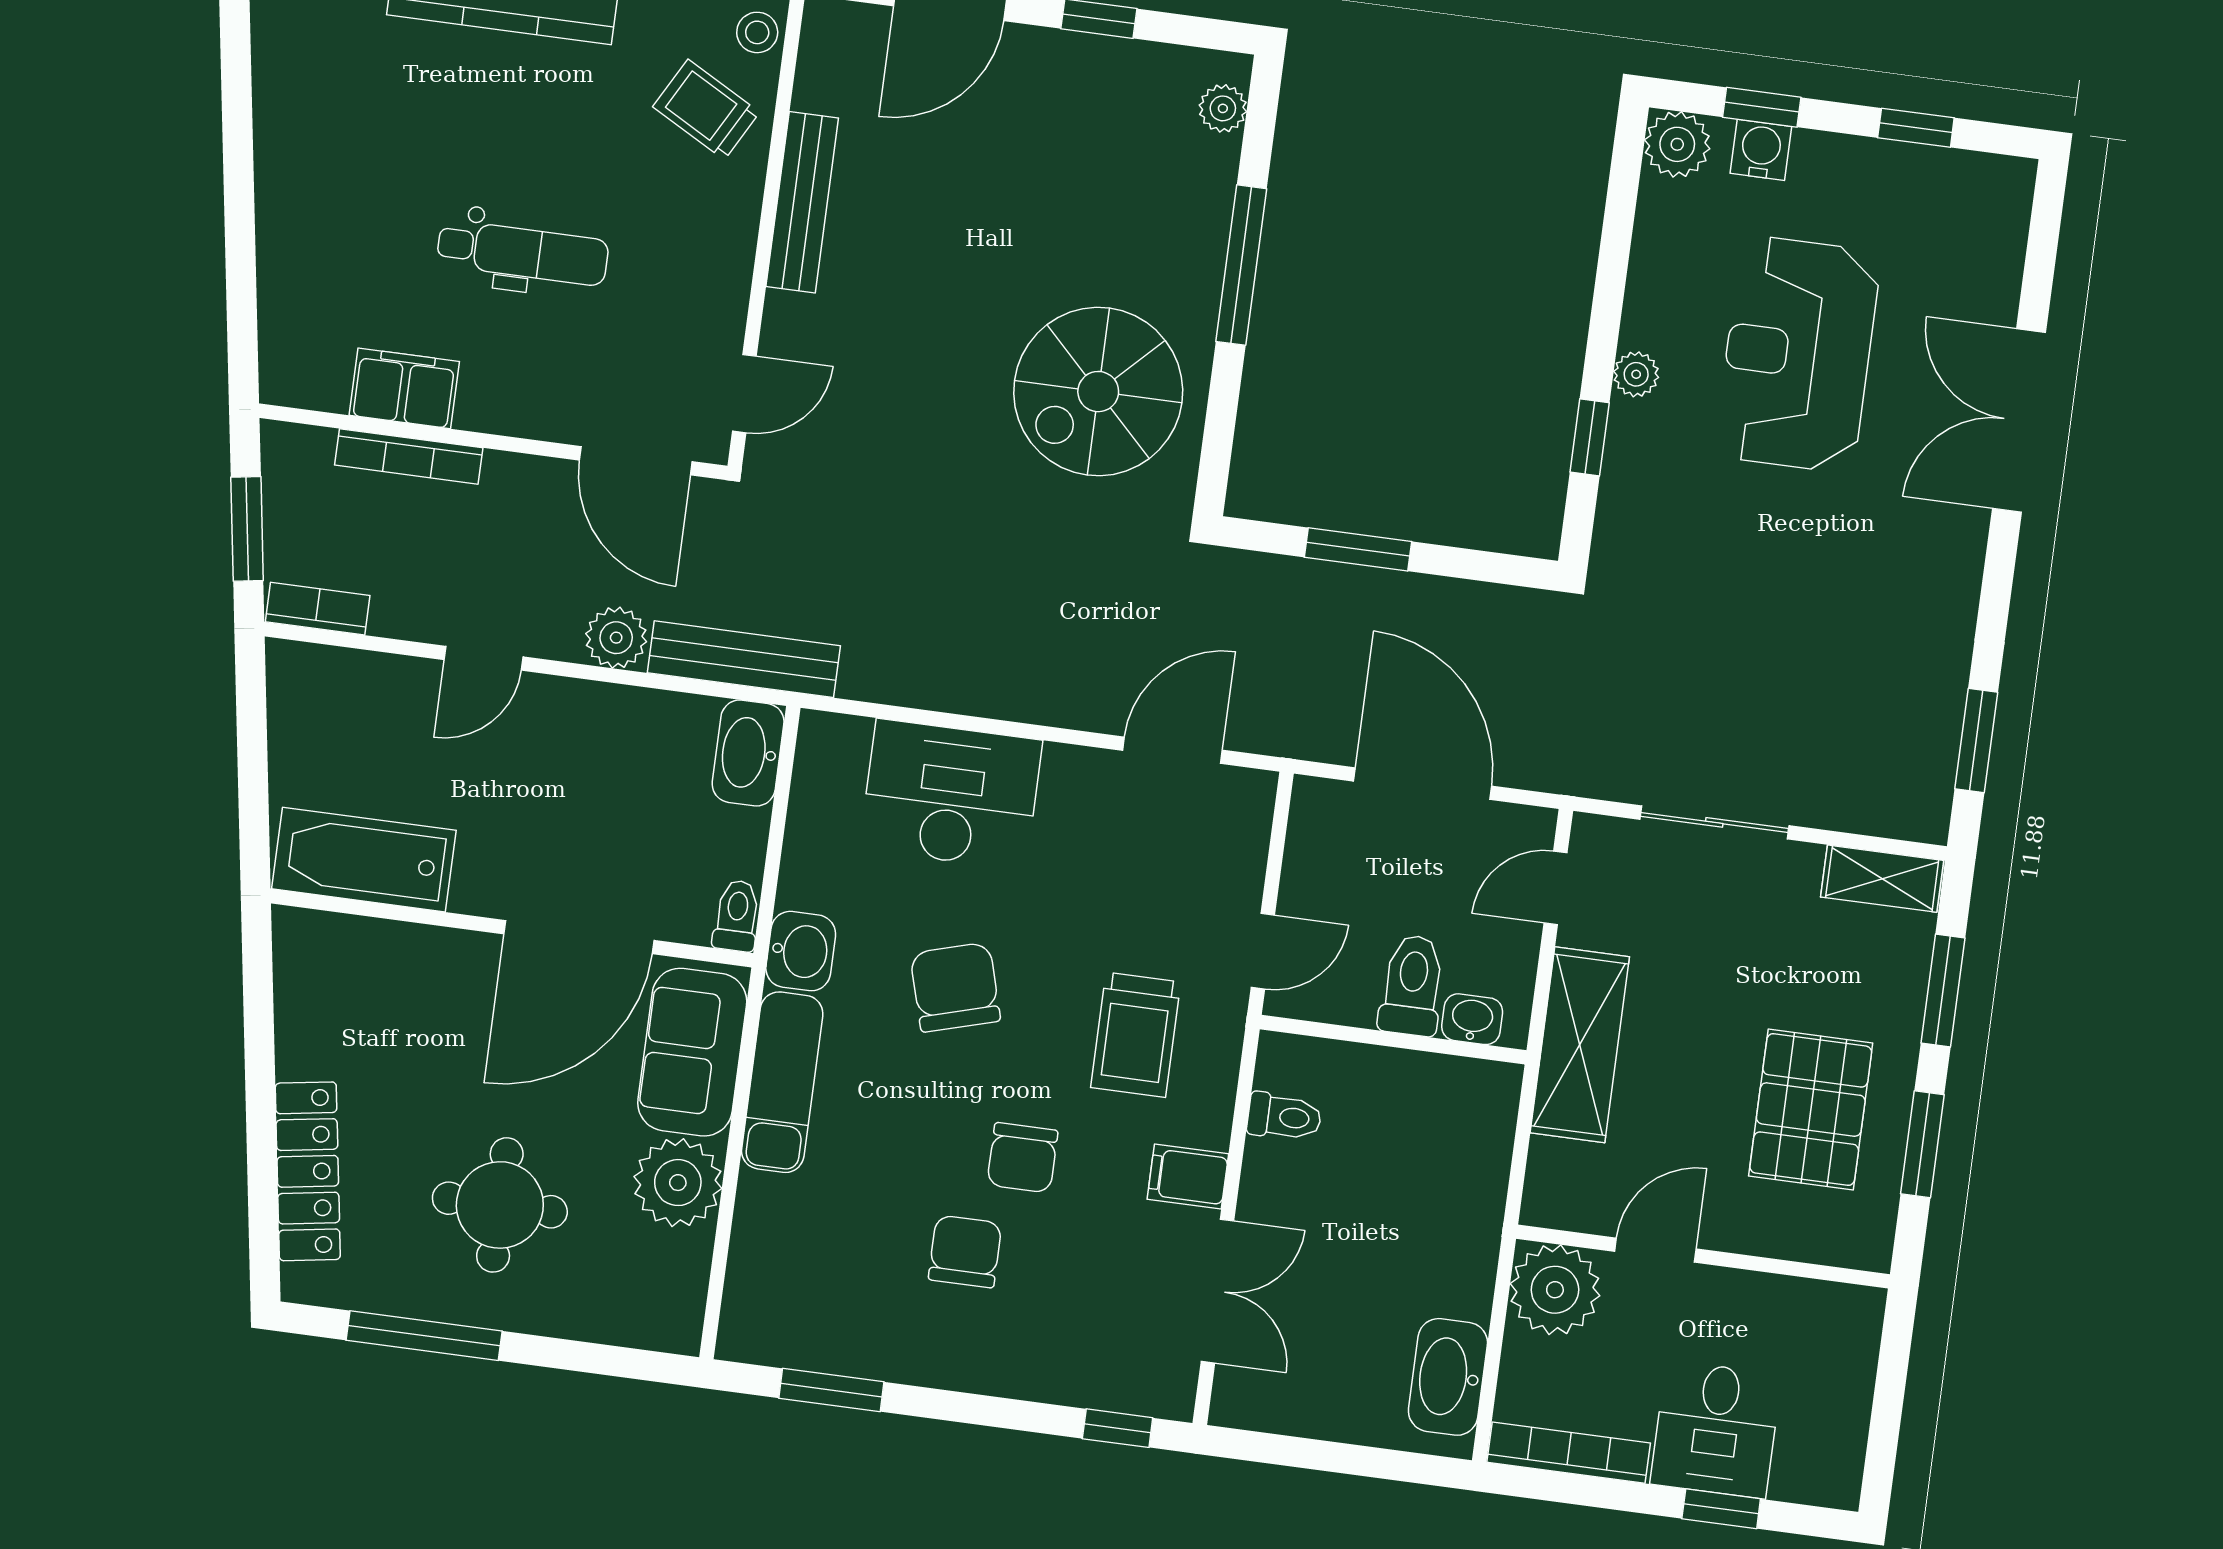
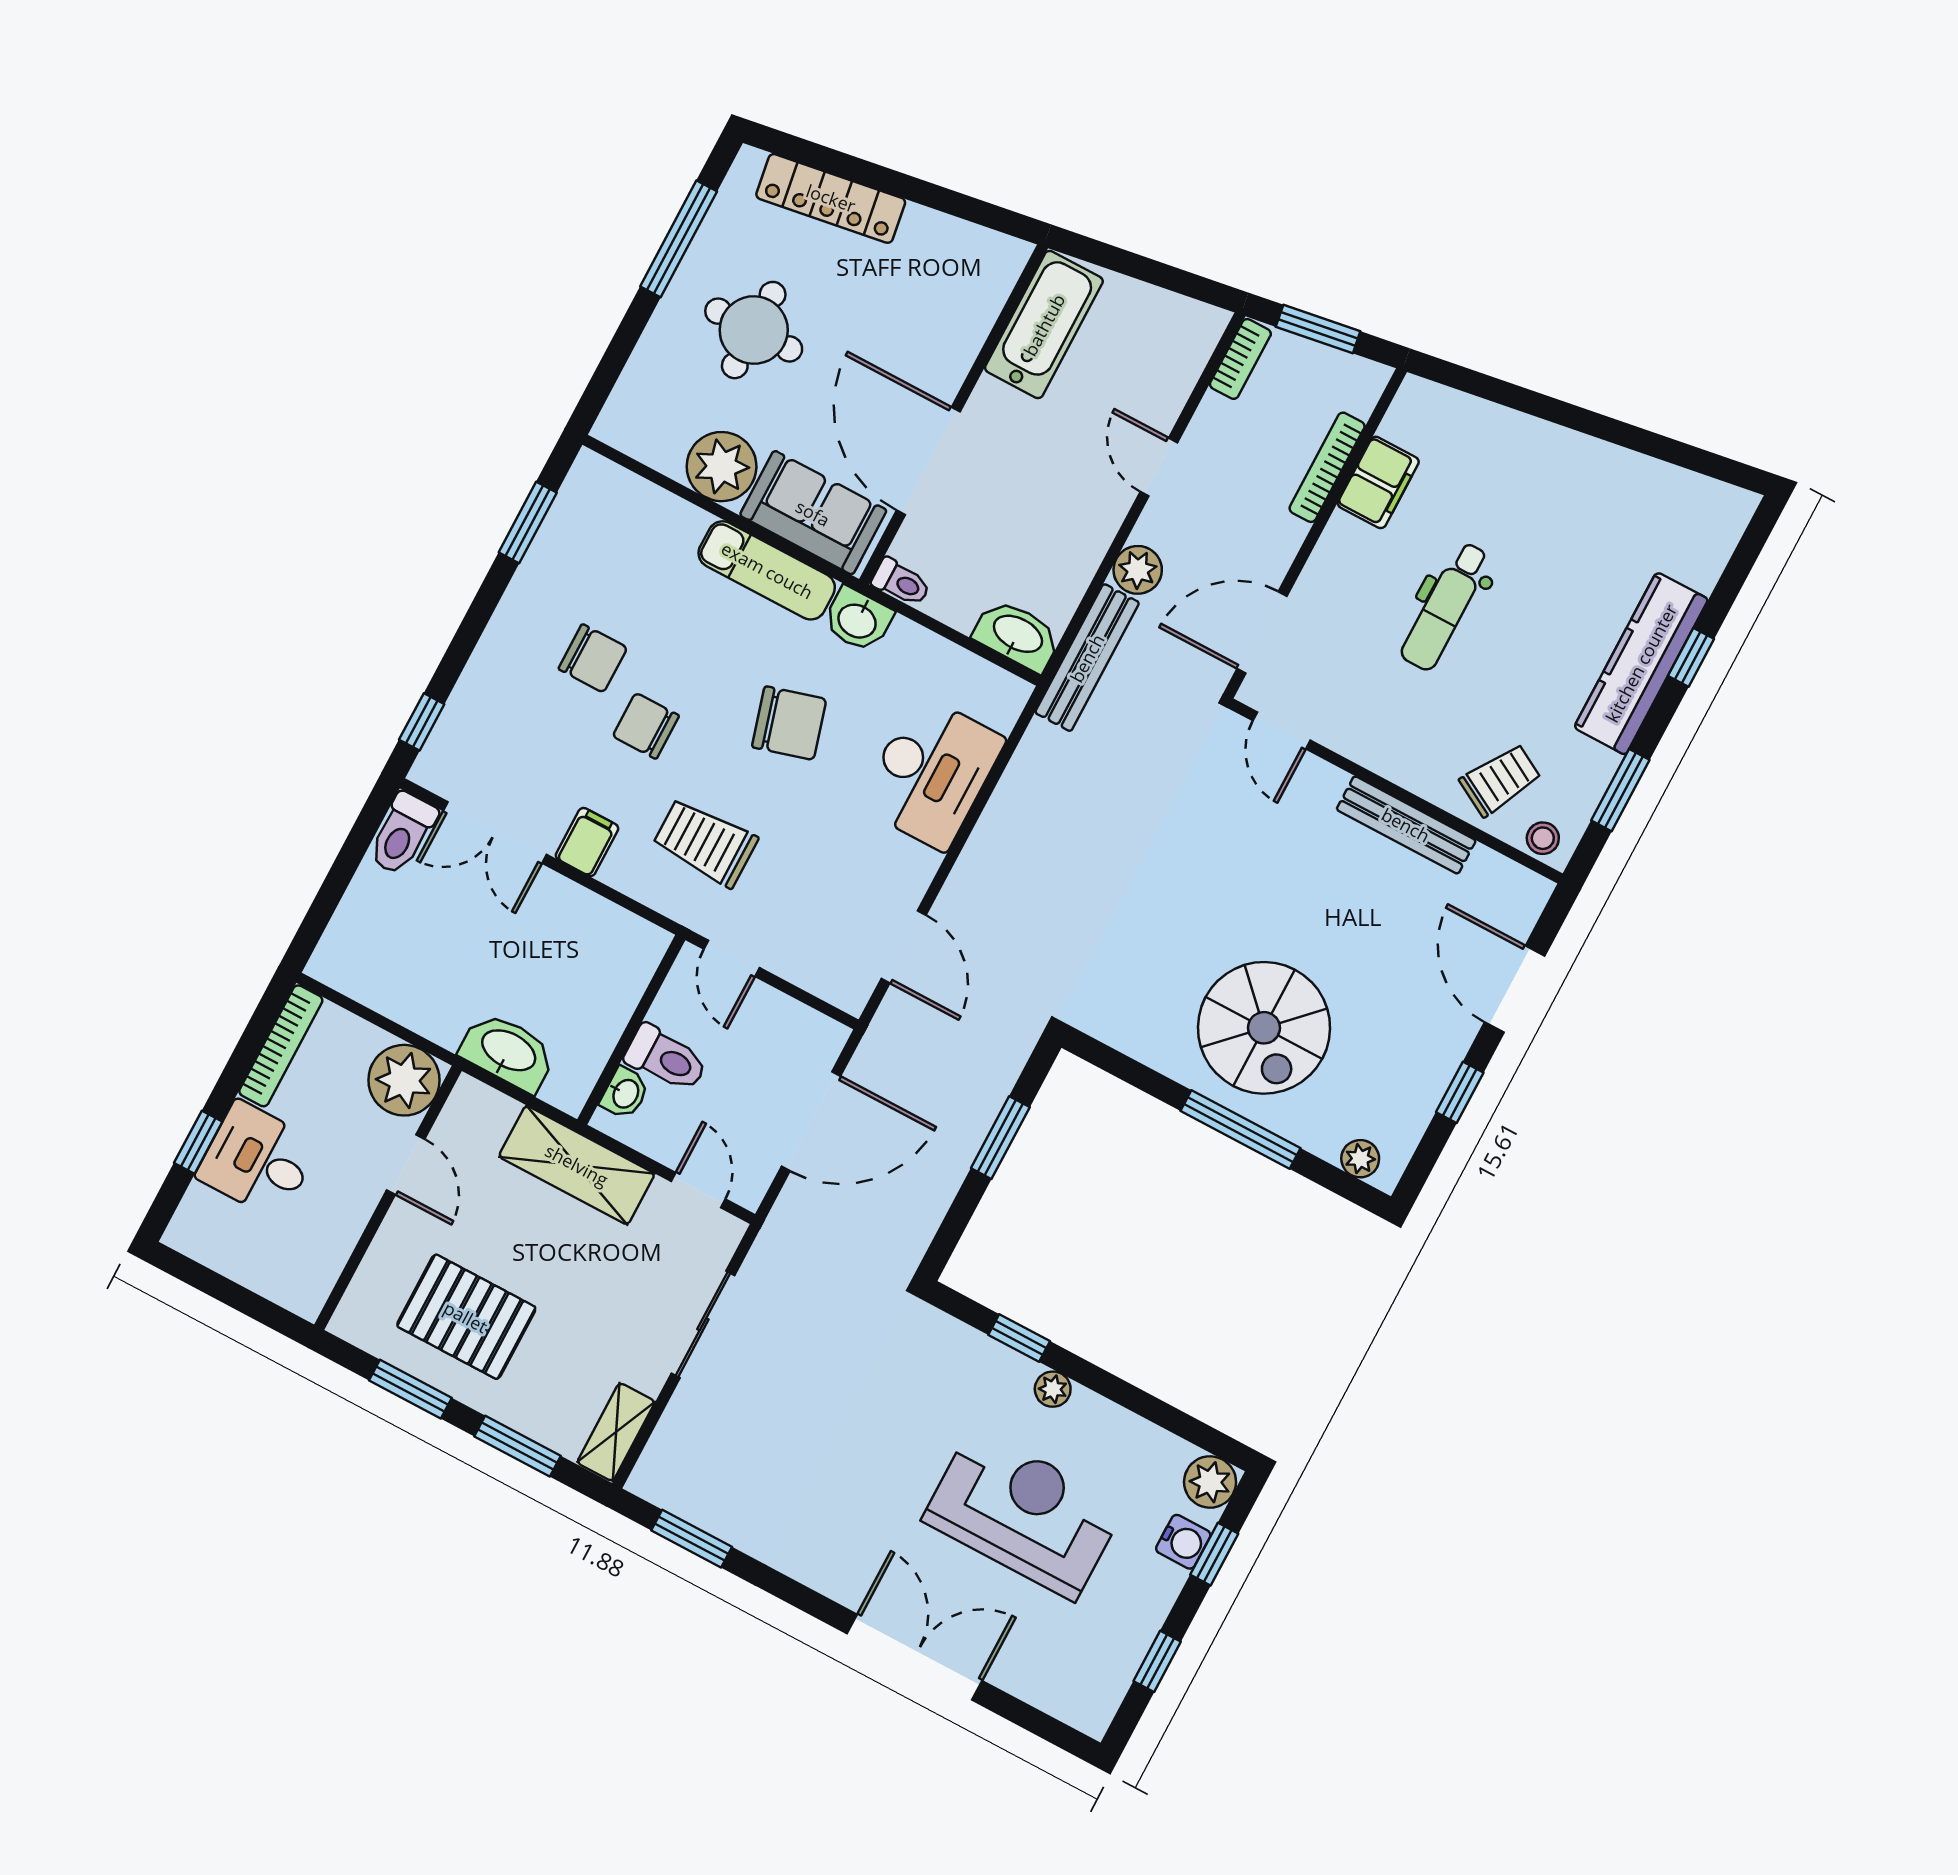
spiral stairs: (1098, 392) -> (1264, 1028), moved, turned 180
toilet: (1284, 1117) -> (402, 834), moved, width x1.37, depth x1.39
washbasin: (1448, 1377) -> (508, 1052), moved

